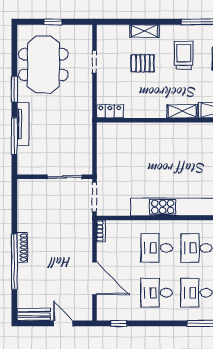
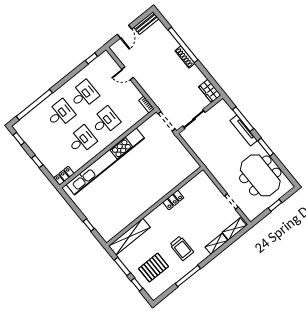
pallet: (143, 63) -> (202, 224), removed
locker: (110, 111) -> (173, 200), moved
shelving: (182, 111) -> (234, 229), moved
wardrobe: (25, 193) -> (210, 91), added
door: (94, 278) -> (128, 73), width x0.53
door: (63, 323) -> (124, 32), hinge flipped

